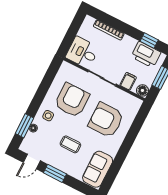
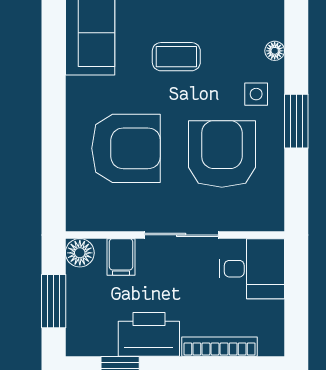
printer: (146, 55) -> (149, 334), moved
armchair: (72, 100) -> (222, 154), turned 180
window: (24, 126) -> (296, 121), moved

